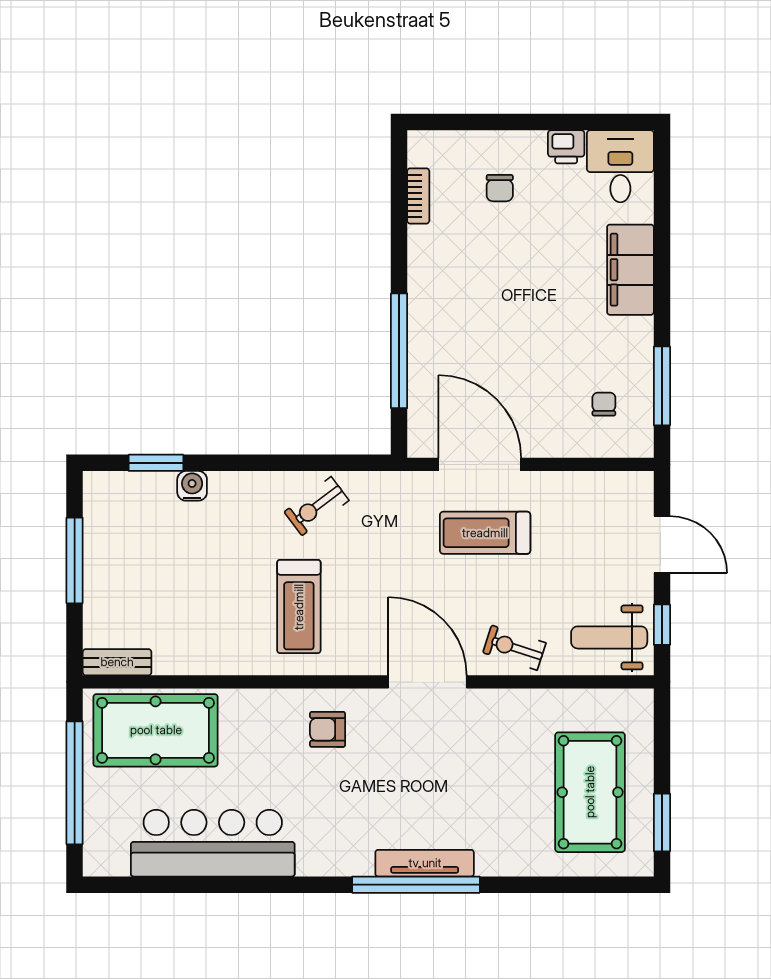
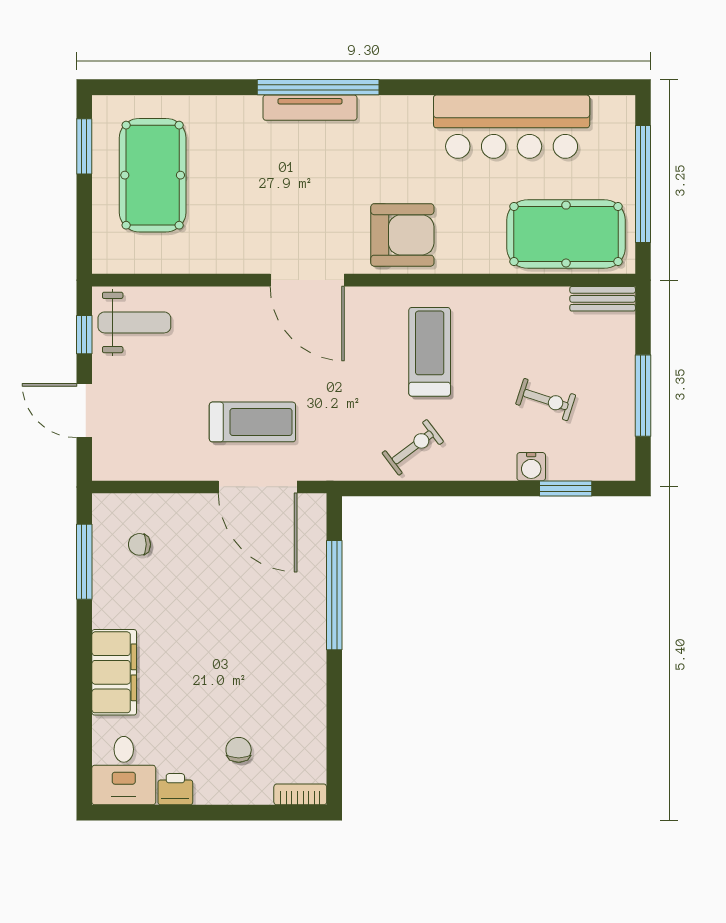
bookcase: (418, 196) -> (300, 794), moved, turned 90
chair: (604, 404) -> (139, 544), turned 90
exercise bike: (514, 648) -> (546, 400), moved
armchair: (328, 729) -> (402, 235), width x1.88, depth x1.88

